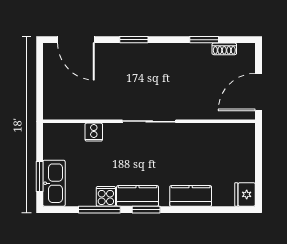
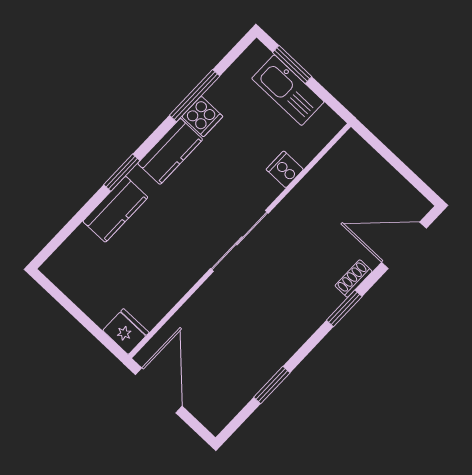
shoe rack: (224, 49) -> (354, 279), moved
kitchen sink: (54, 183) -> (288, 90), moved
fridge: (245, 194) -> (126, 332), moved
window: (146, 210) -> (122, 173), moved

